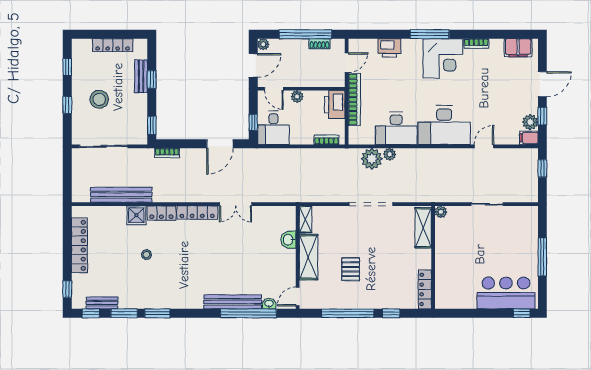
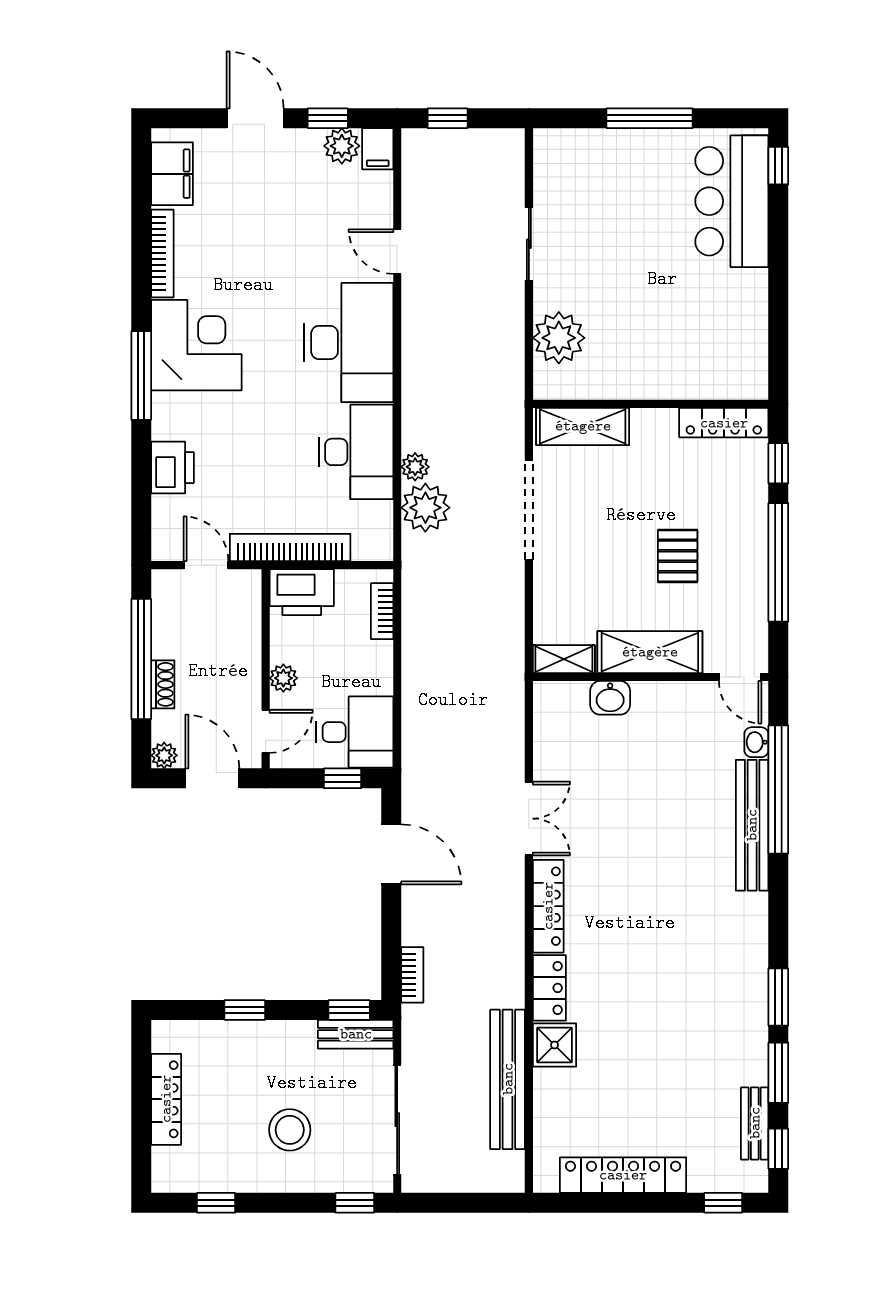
shoe rack: (319, 44) -> (163, 684), moved
bookcase: (476, 44) -> (162, 253), width x1.56
bench: (141, 76) -> (356, 1034), moved
window: (67, 105) -> (355, 1203), moved
plant: (441, 212) -> (559, 338), width x1.88, depth x1.88
shelving: (423, 228) -> (583, 426), moved
stool: (146, 255) -> (644, 1022), removed
wall: (433, 257) -> (651, 404), moved
pallet: (351, 269) -> (678, 556), turned 90
locker: (425, 289) -> (724, 423), moved

